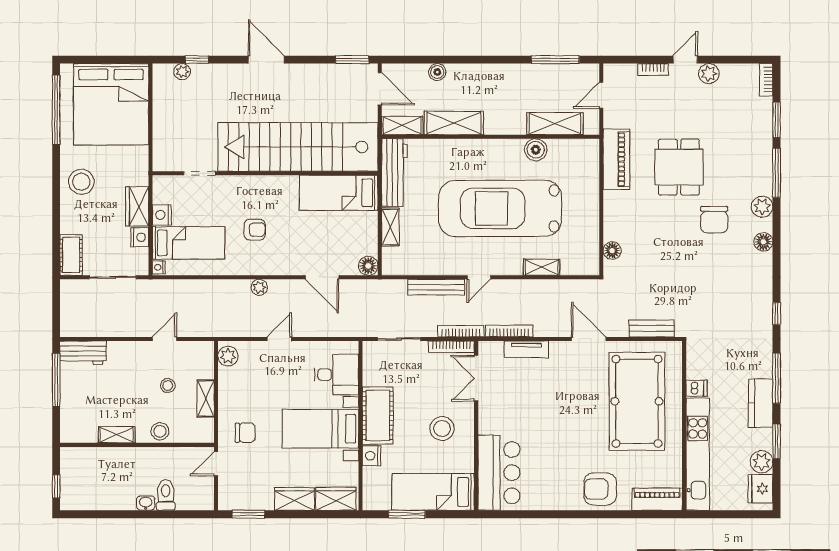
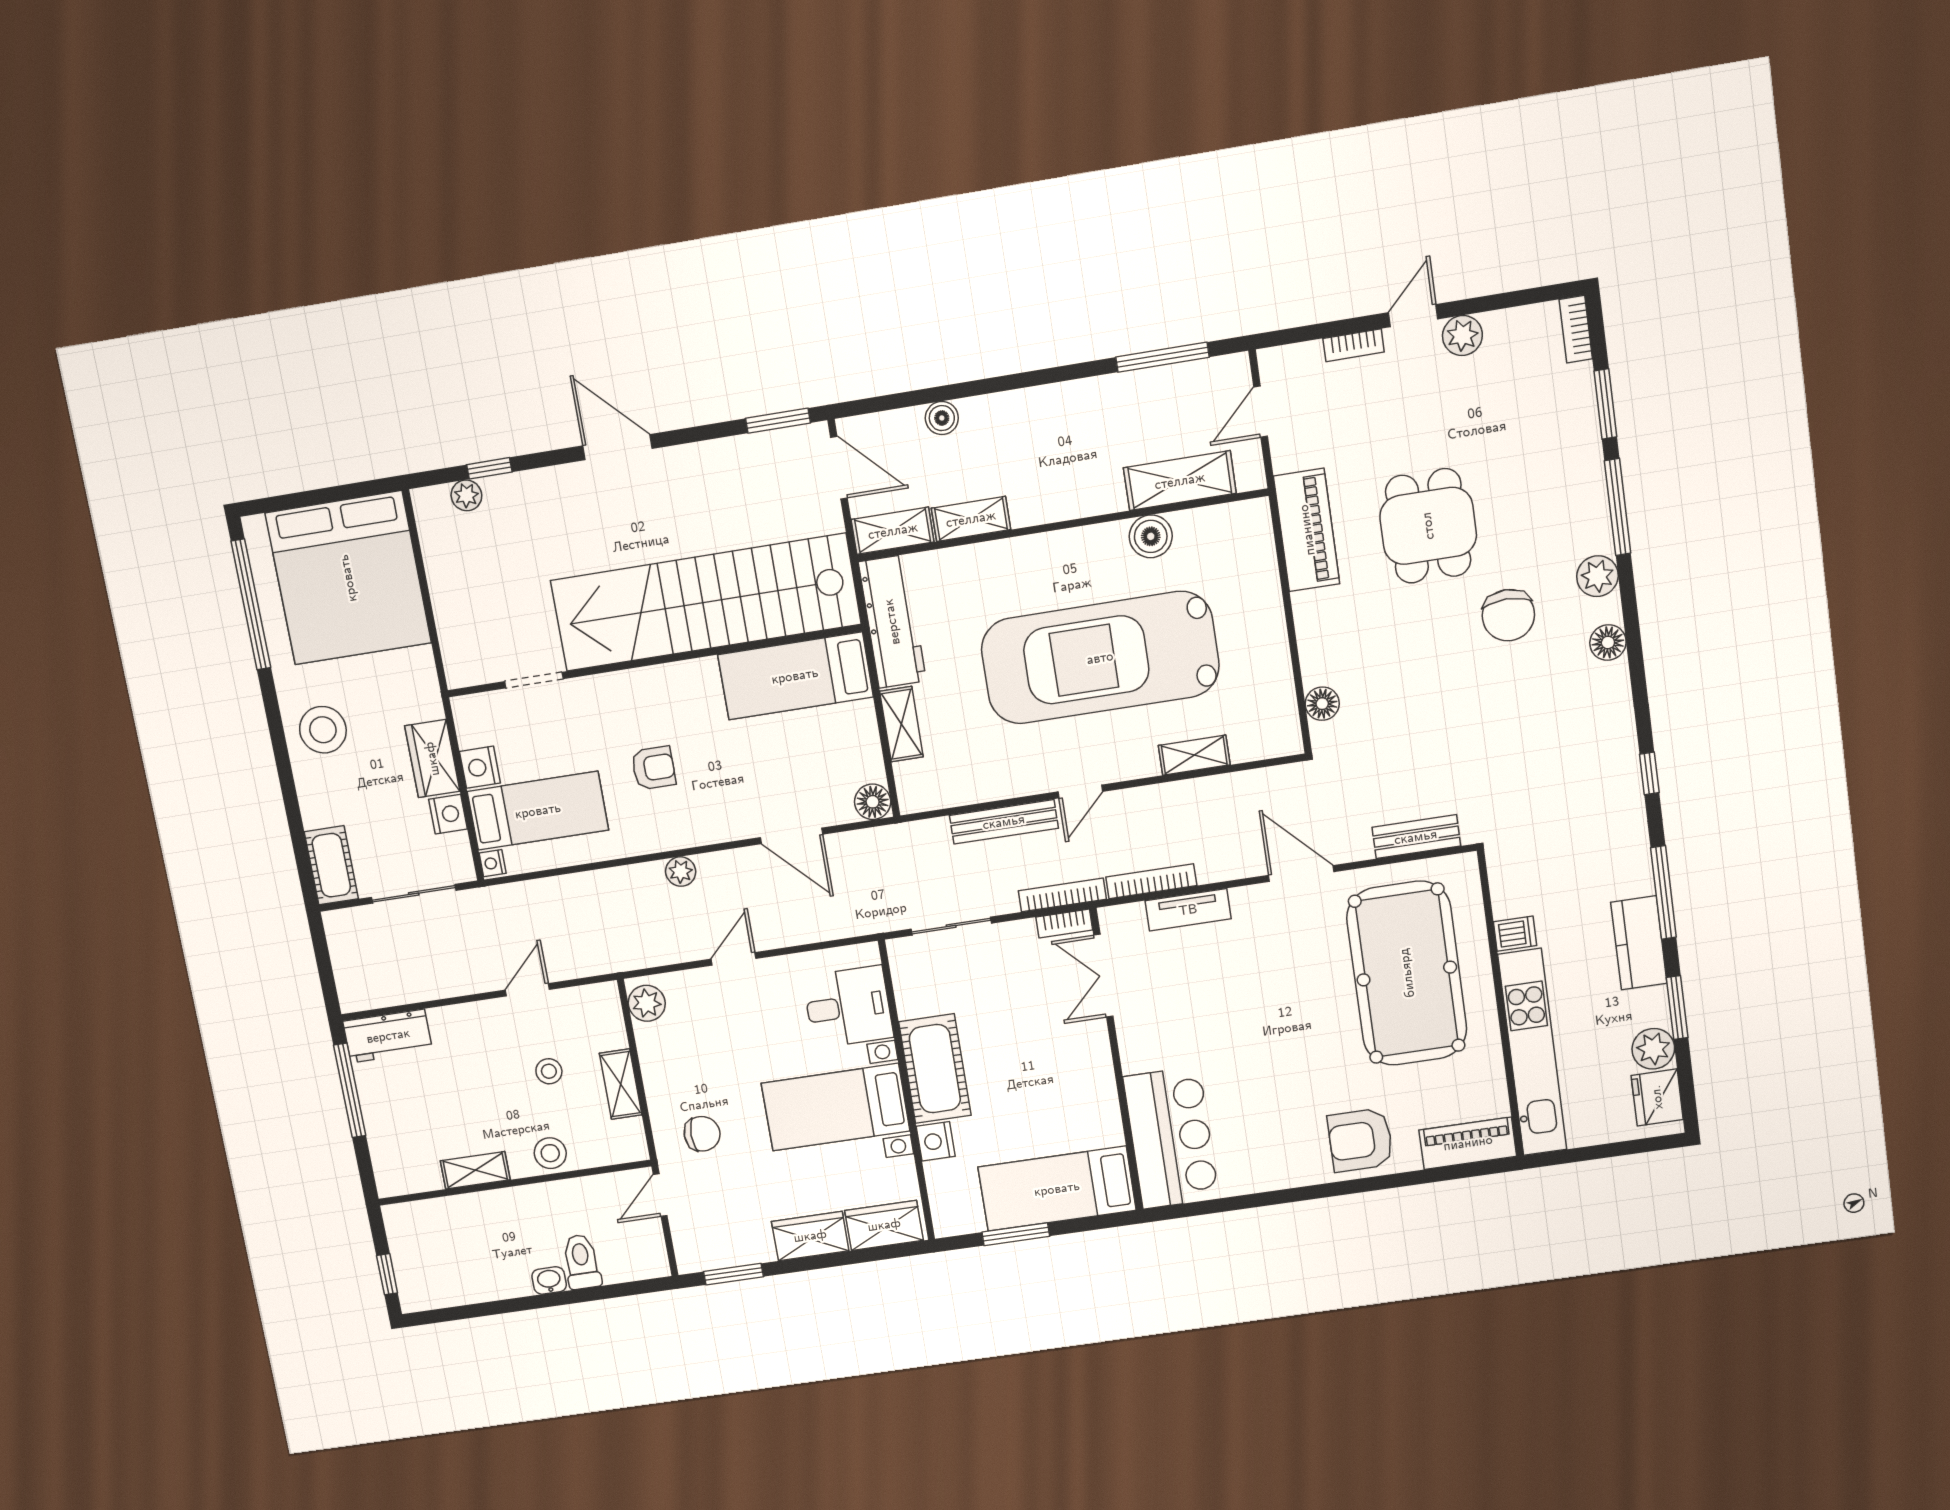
shelving: (454, 123) -> (971, 519), width x0.67, depth x0.75
bookcase: (451, 347) -> (1064, 924), width x0.64
stool: (442, 429) -> (1055, 1075), removed

